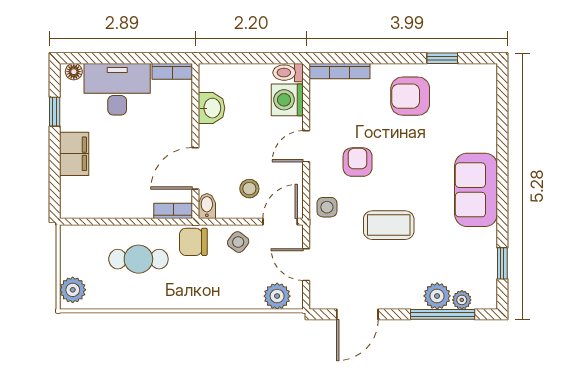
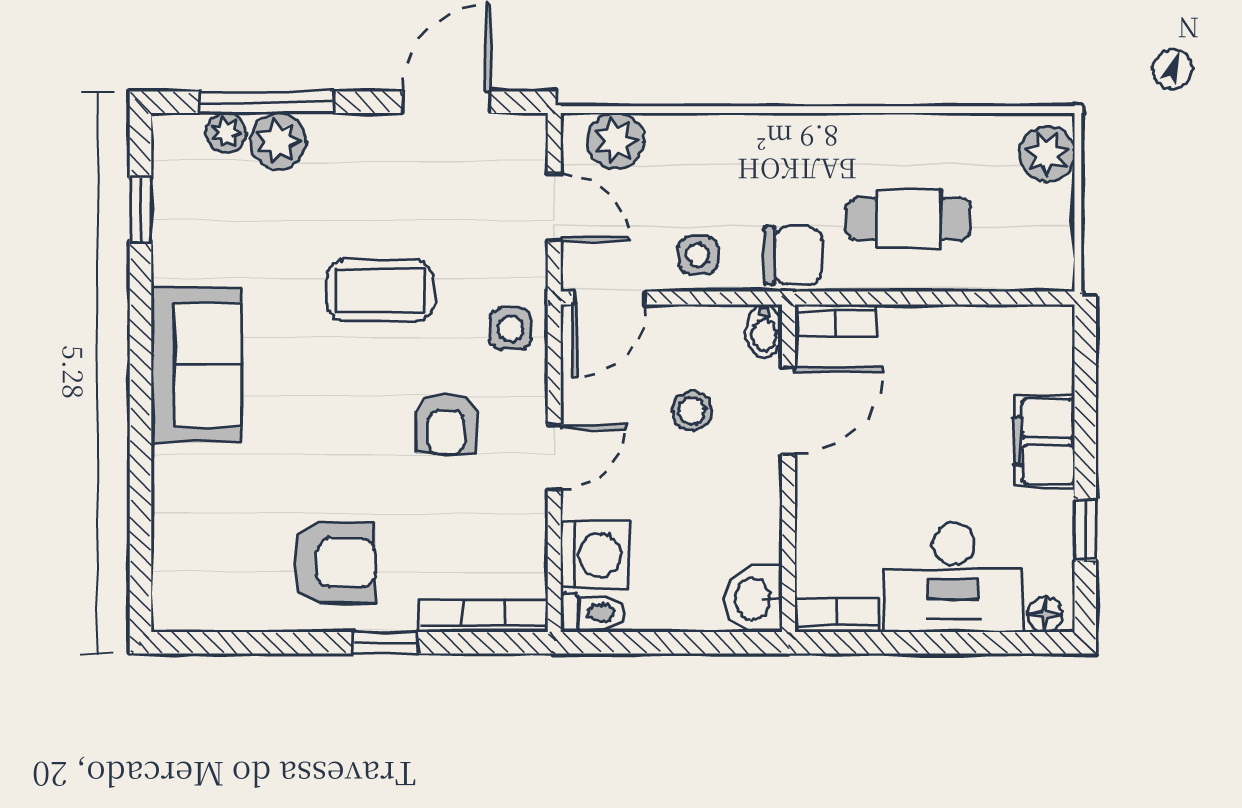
window: (442, 58) -> (385, 643), moved
washbasin: (212, 108) -> (754, 599), moved
stool: (249, 189) -> (692, 411), moved
side table: (238, 242) -> (698, 255), turned -37

